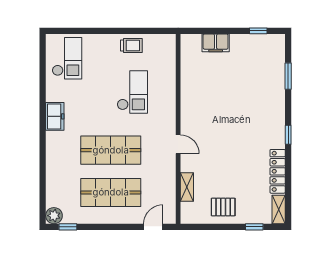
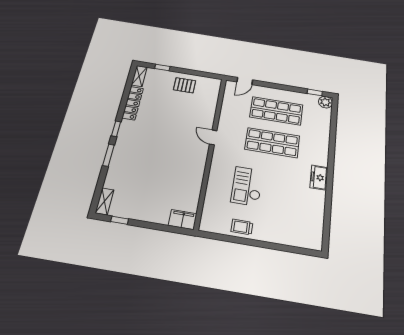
filing cabinet: (216, 43) -> (183, 220), moved
checkout: (67, 58) -> (304, 226), removed
window: (288, 76) -> (109, 155), moved
shelving: (187, 187) -> (105, 201), moved

